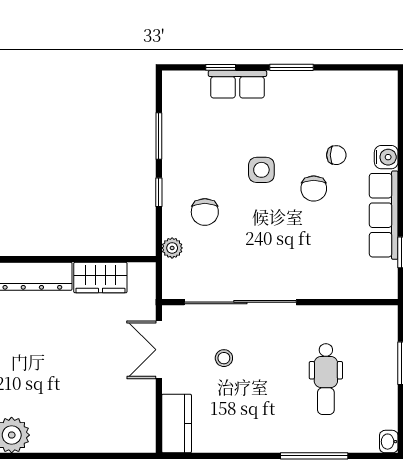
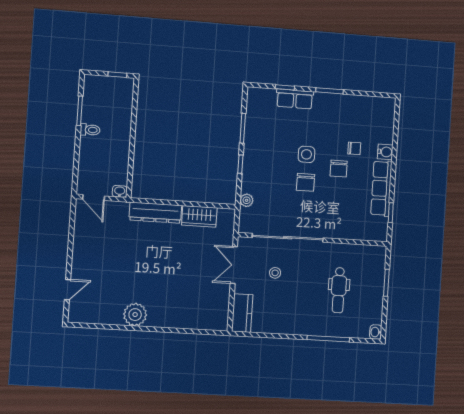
chair: (205, 212) -> (306, 182), moved

